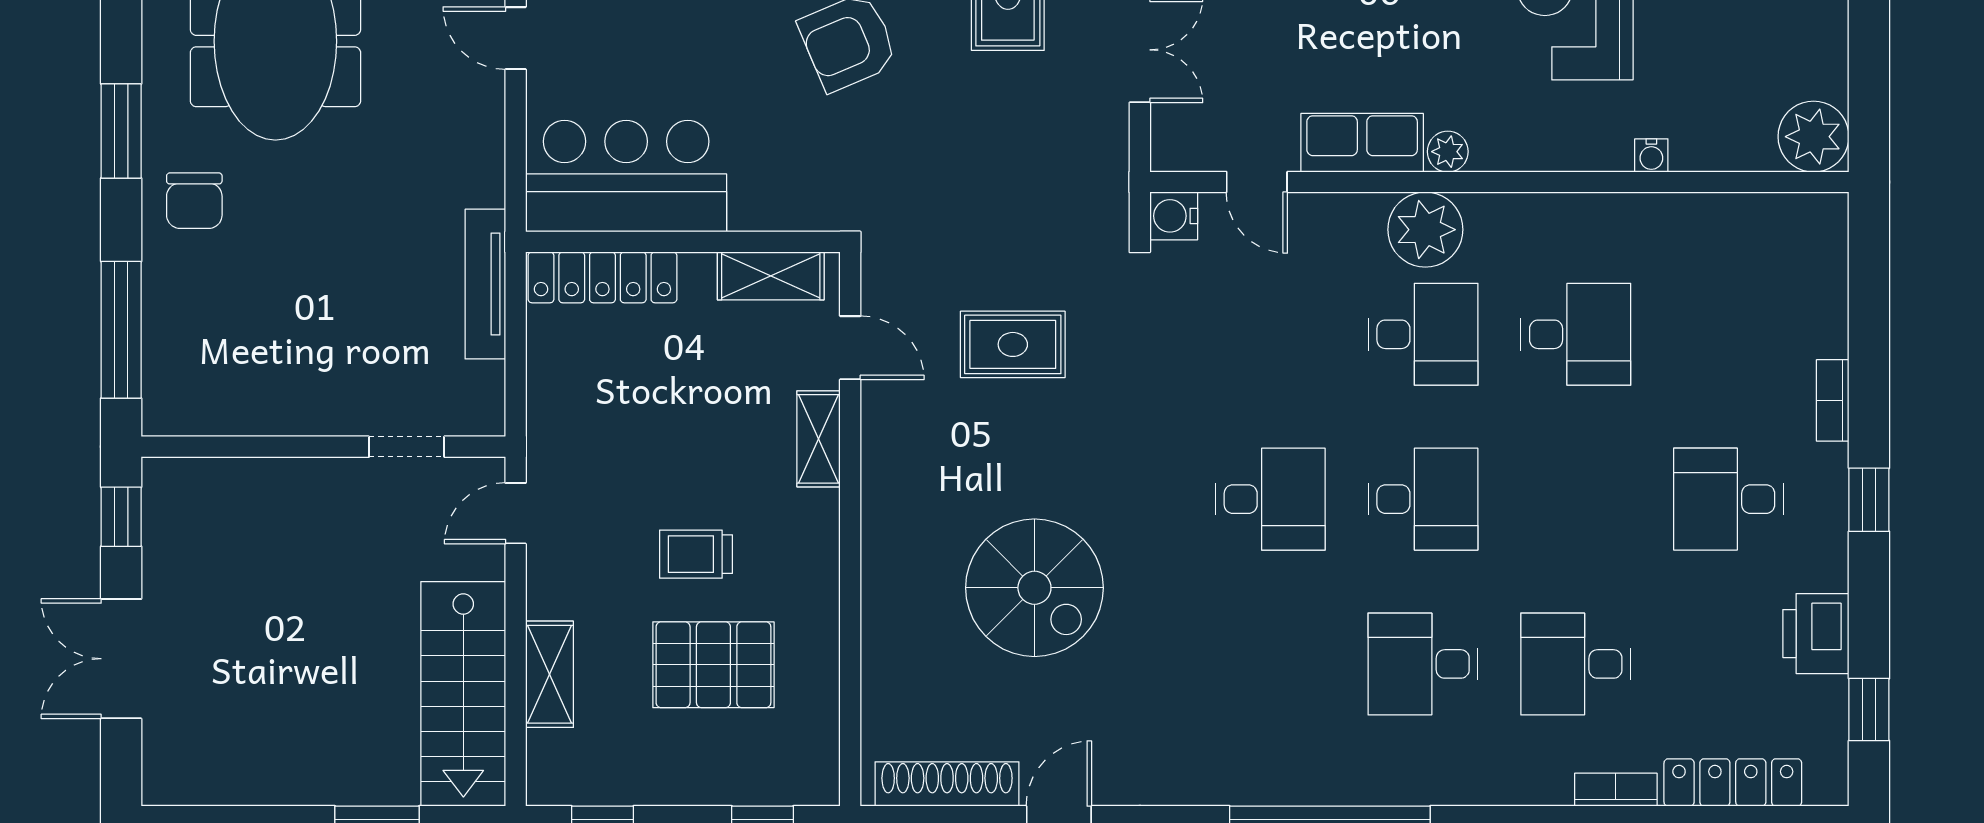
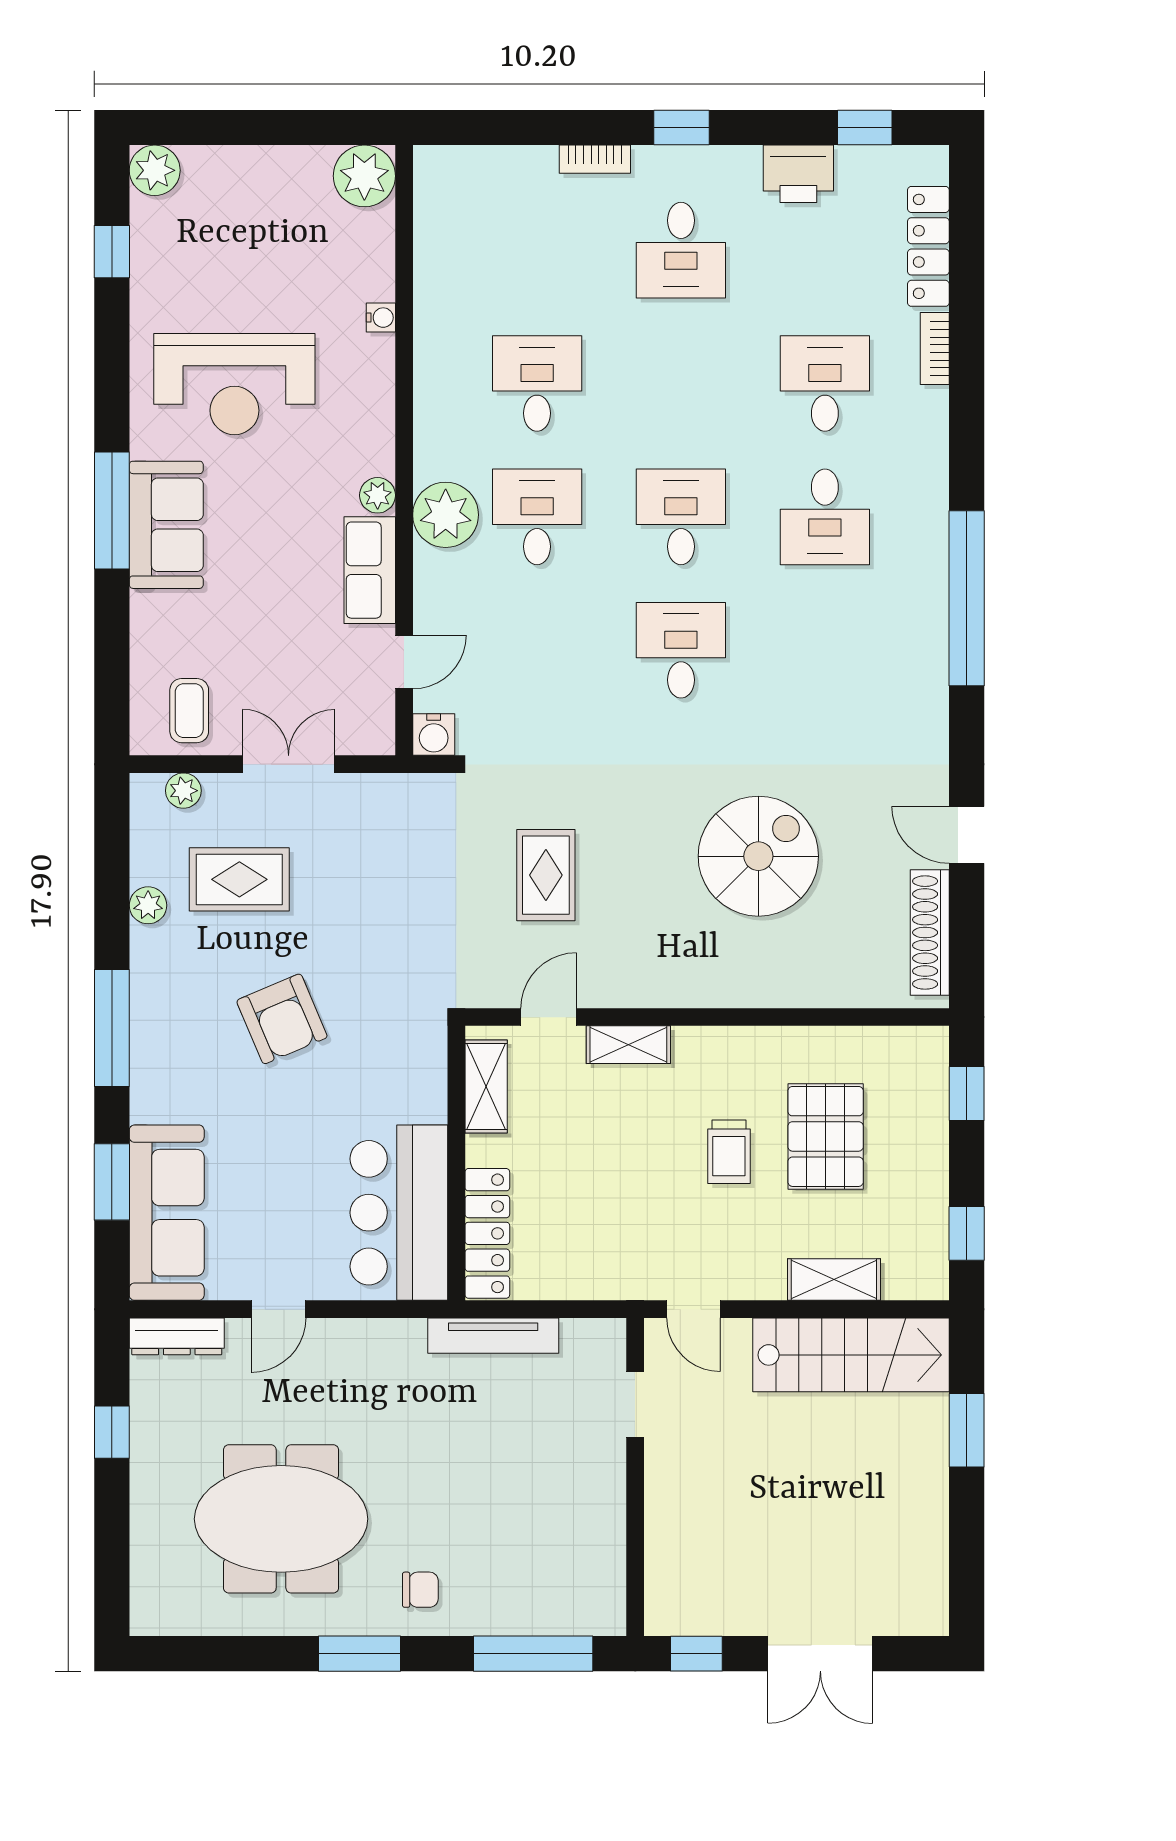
chair: (194, 201) -> (420, 1590), width x0.73, depth x0.73
desk: (1576, 664) -> (825, 384), turned 180

